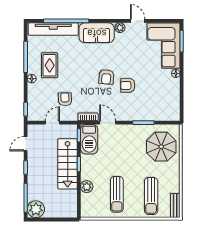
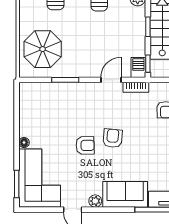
armchair: (128, 85) -> (85, 145), moved
door: (108, 123) -> (111, 80), swing flipped
barbecue: (89, 139) -> (138, 68), width x0.53, depth x0.65

